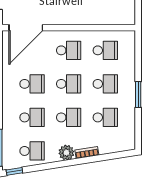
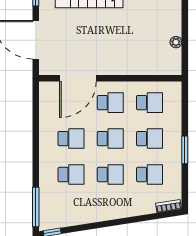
door: (26, 28) -> (78, 78), moved
school desk: (32, 151) -> (71, 210), removed
plant: (66, 153) -> (108, 212), removed
bookcase: (87, 153) -> (169, 206), moved

